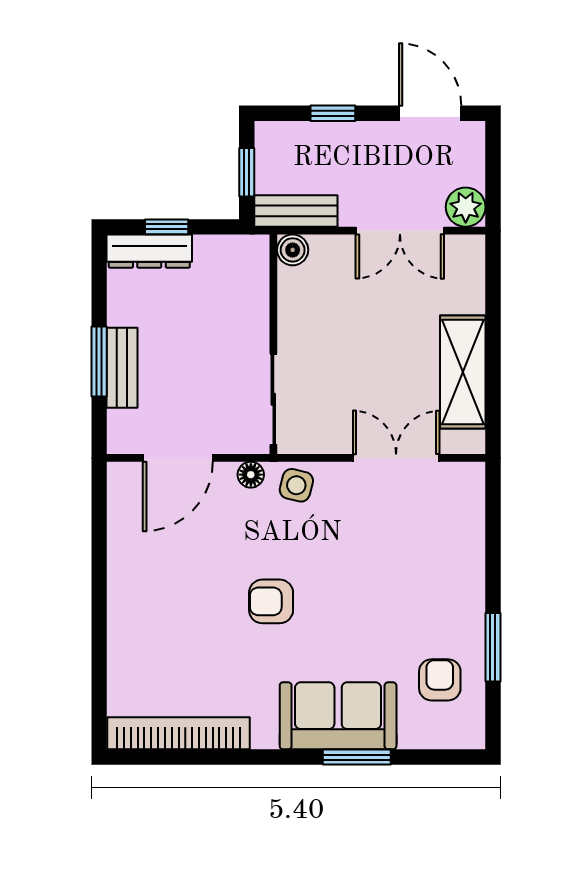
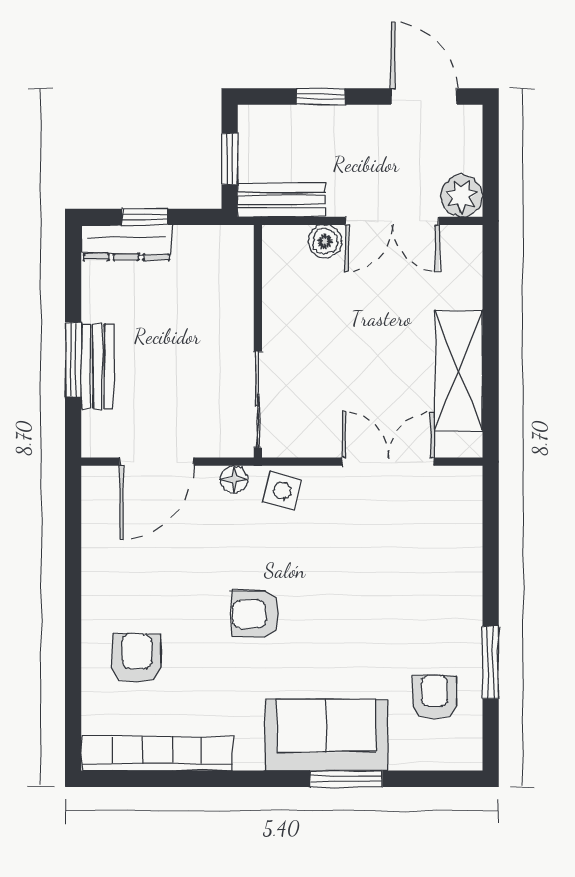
boiler: (293, 250) -> (325, 241), moved
armchair: (159, 643) -> (137, 658), added

